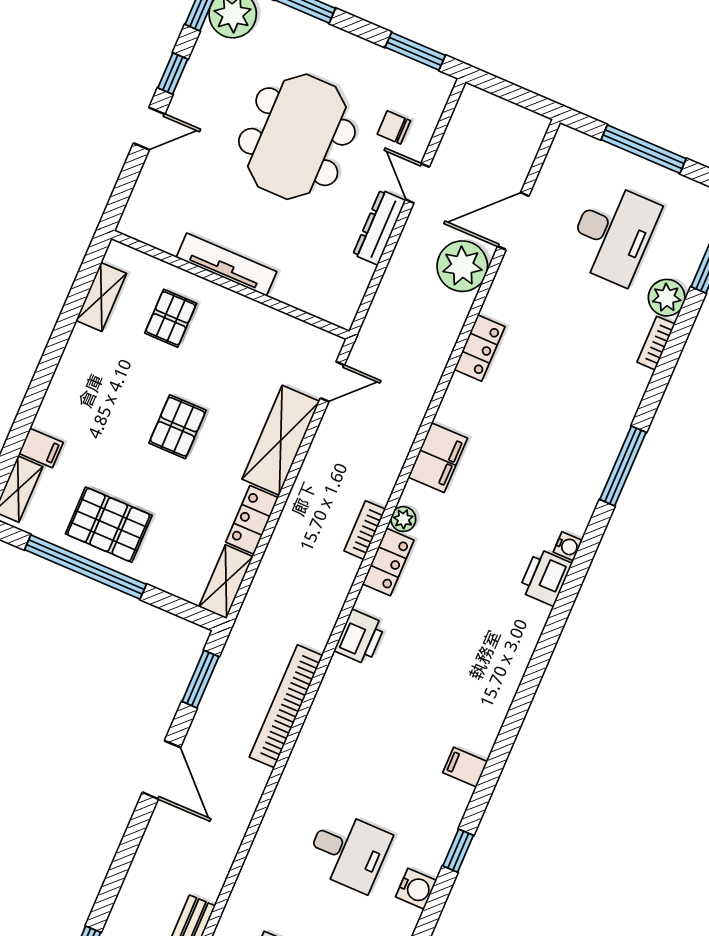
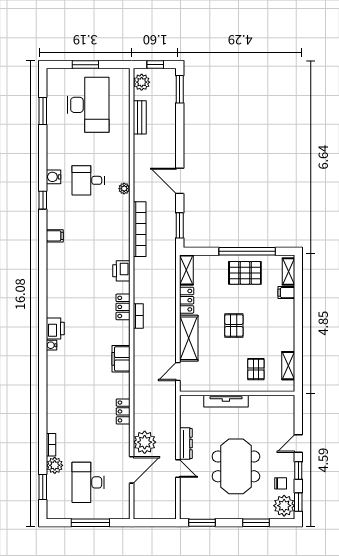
chair: (394, 127) -> (281, 483), moved
tv unit: (226, 264) -> (226, 401), moved
window: (623, 466) -> (43, 388), removed
plant: (403, 519) -> (124, 189), moved

